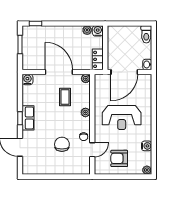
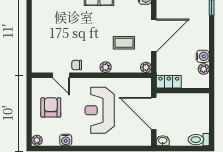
water cooler: (98, 31) -> (203, 56), moved
chair: (62, 144) -> (68, 39), removed

